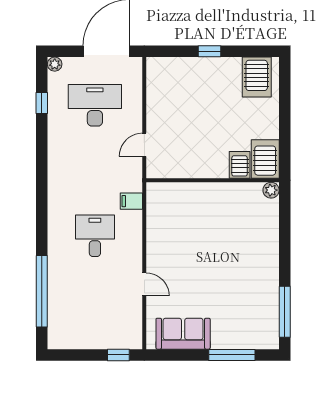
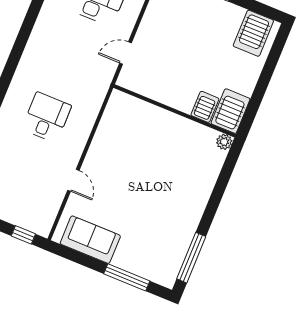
filing cabinet: (131, 201) -> (93, 99), removed

